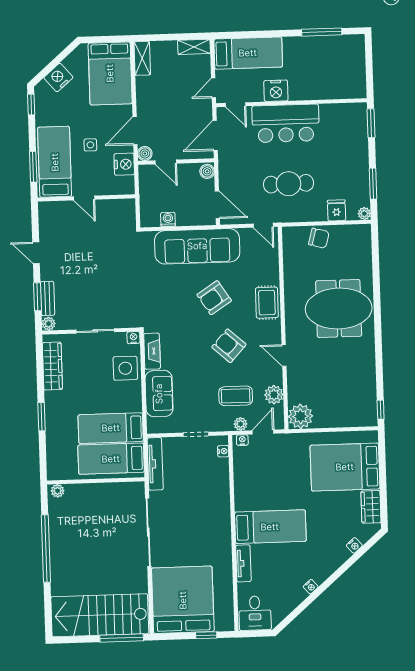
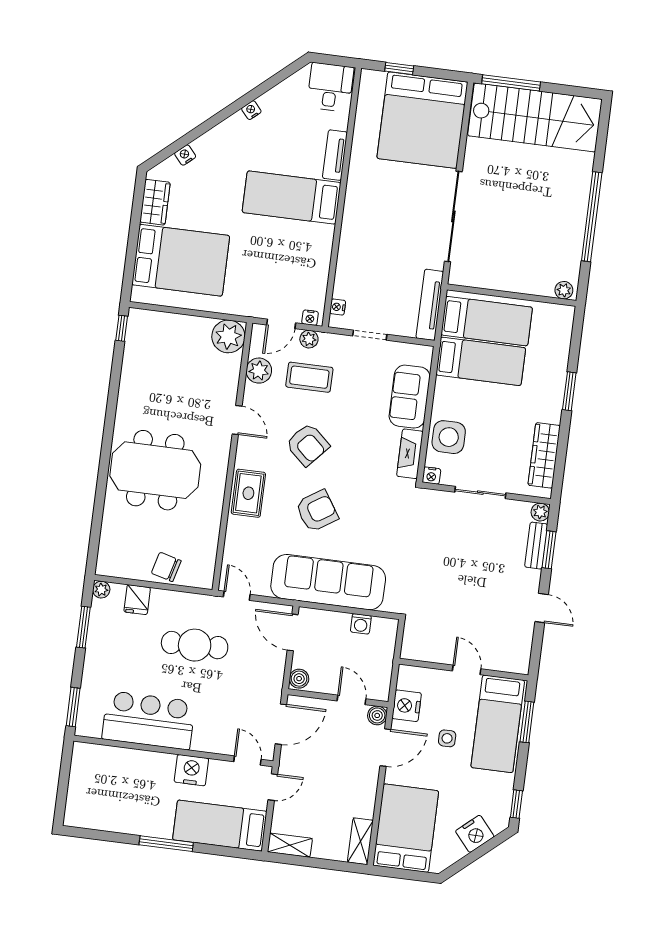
window: (322, 32) -> (166, 844), moved
bar counter: (286, 123) -> (149, 720), moved

